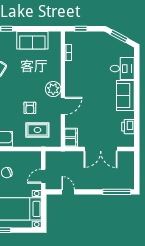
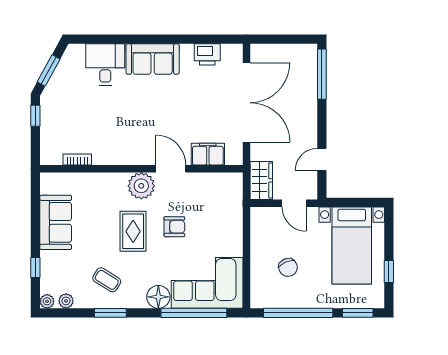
window: (81, 29) -> (35, 116), moved
rug: (37, 130) -> (133, 231), moved
filing cabinet: (71, 138) -> (208, 154), moved
double door: (101, 149) -> (247, 103), width x1.36
wardrobe: (56, 157) -> (261, 180), added

